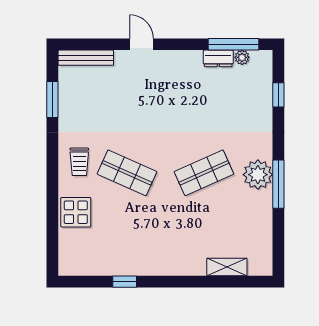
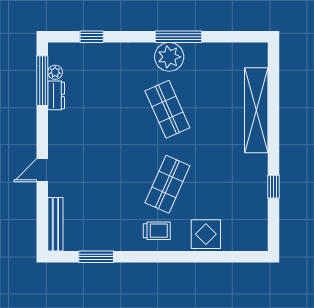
shelving: (227, 267) -> (256, 110), width x2.20, depth x1.33

